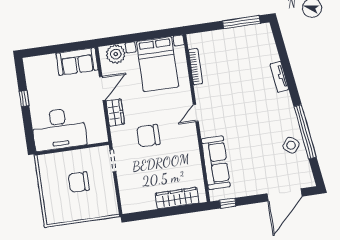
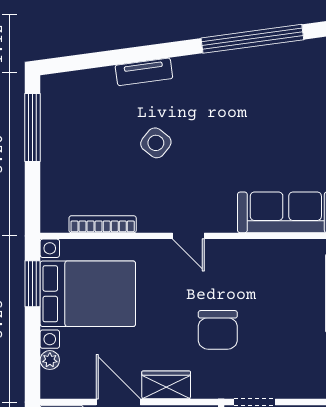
window: (159, 34) -> (33, 284), added
plant: (116, 54) -> (50, 360), width x0.53, depth x0.53
side table: (291, 145) -> (156, 143), moved

